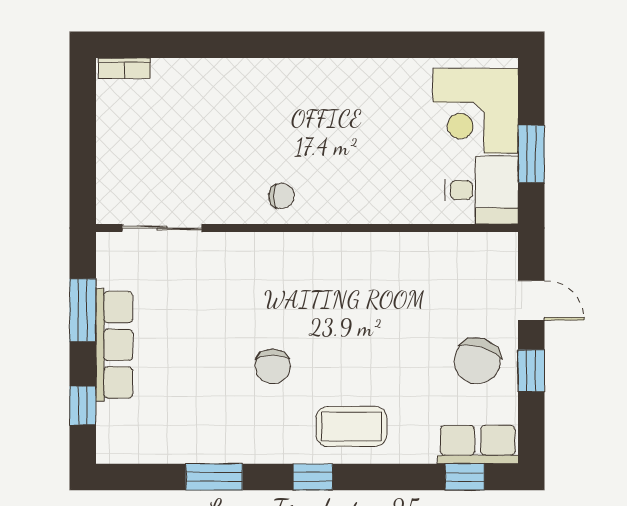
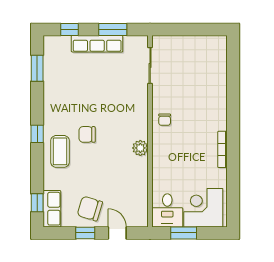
bookcase: (124, 68) -> (223, 149), moved, width x1.56
plant: (344, 249) -> (140, 148), added
door: (531, 300) -> (117, 233), swing flipped
chair: (273, 366) -> (87, 134), moved
window: (214, 477) -> (37, 68), moved

